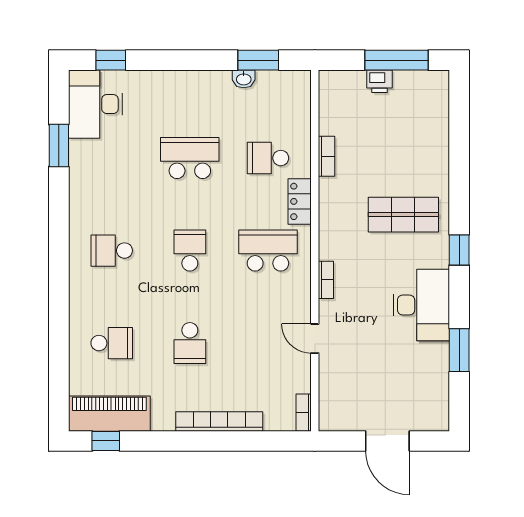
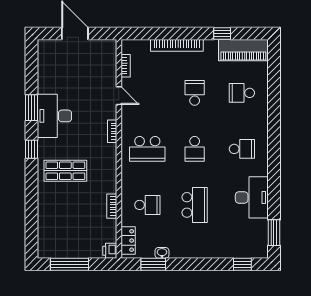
printer: (379, 81) -> (110, 251), moved, turned -90
desk: (95, 104) -> (252, 197), moved
window: (59, 146) -> (274, 233), moved
school desk: (190, 158) -> (195, 205), turned -90
locker: (300, 201) -> (128, 240), moved
window: (459, 350) -> (32, 108), moved
bookcase: (304, 413) -> (126, 66), moved
window: (106, 441) -> (222, 34), moved

